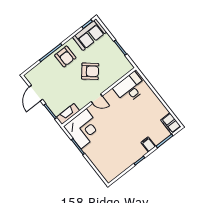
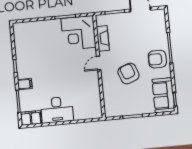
armchair: (90, 71) -> (128, 74), turned 119
desk: (130, 88) -> (57, 110), moved, turned 90
fireplace: (68, 114) -> (103, 38), moved

